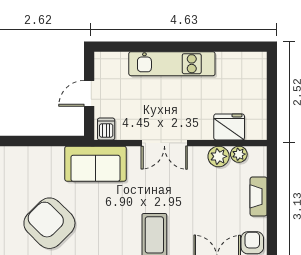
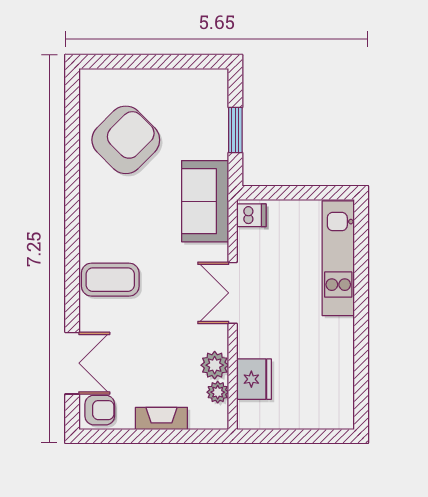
kitchen unit: (172, 64) -> (338, 258), moved
door: (89, 93) -> (299, 193), removed
window: (42, 141) -> (235, 130), added

